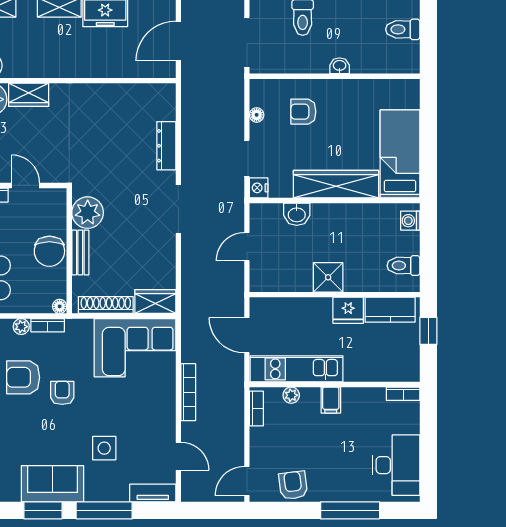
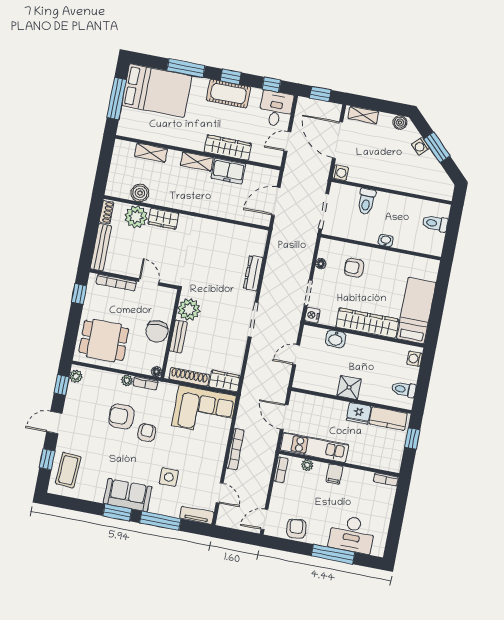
desk: (396, 465) -> (352, 534), moved, turned 90

